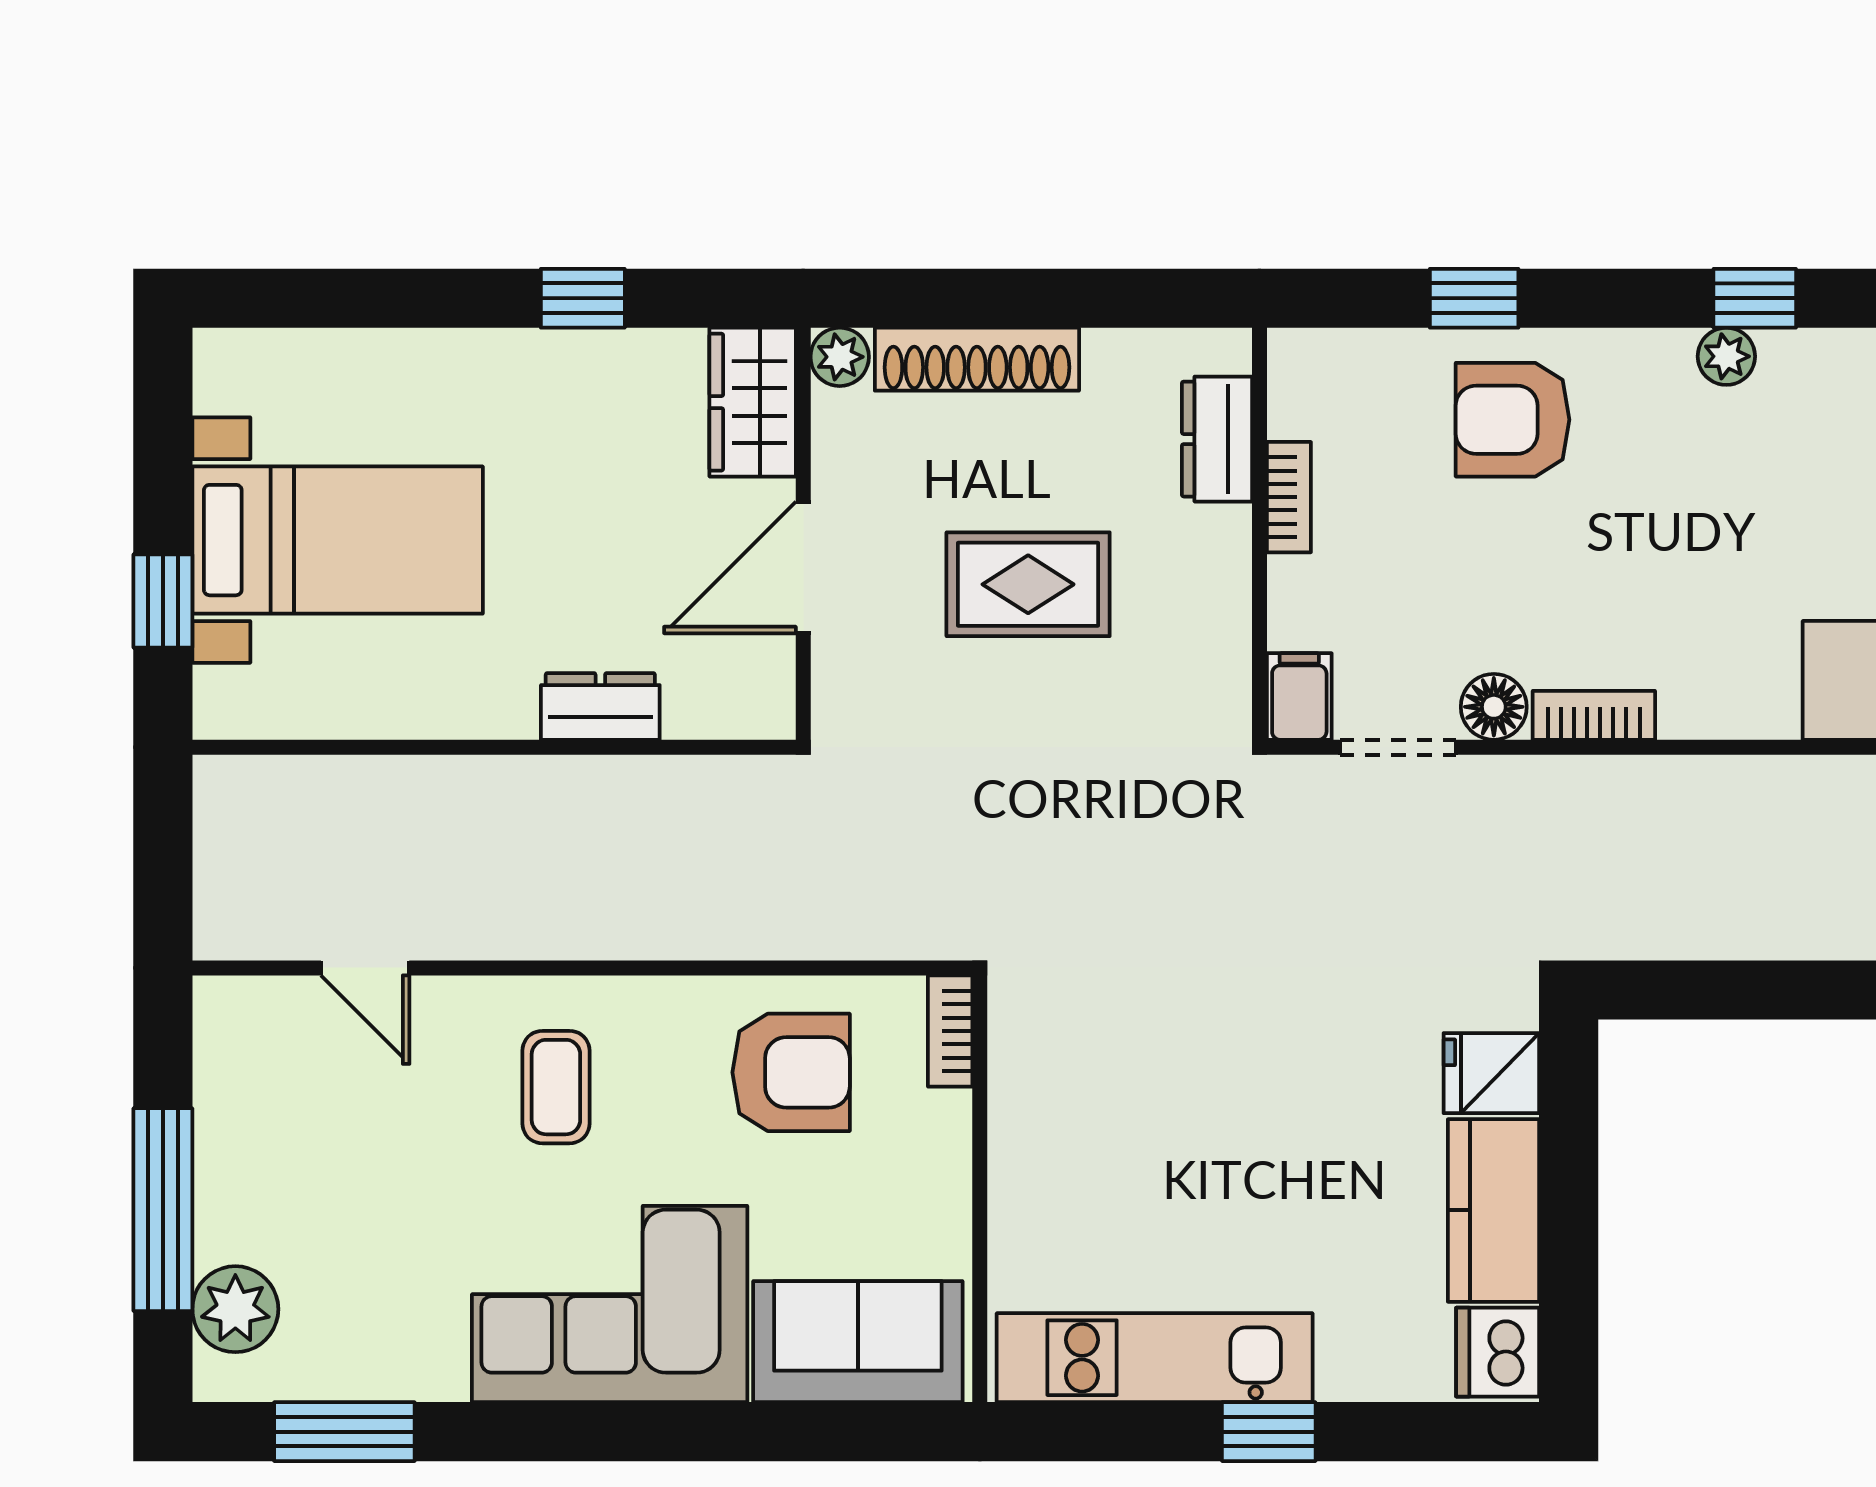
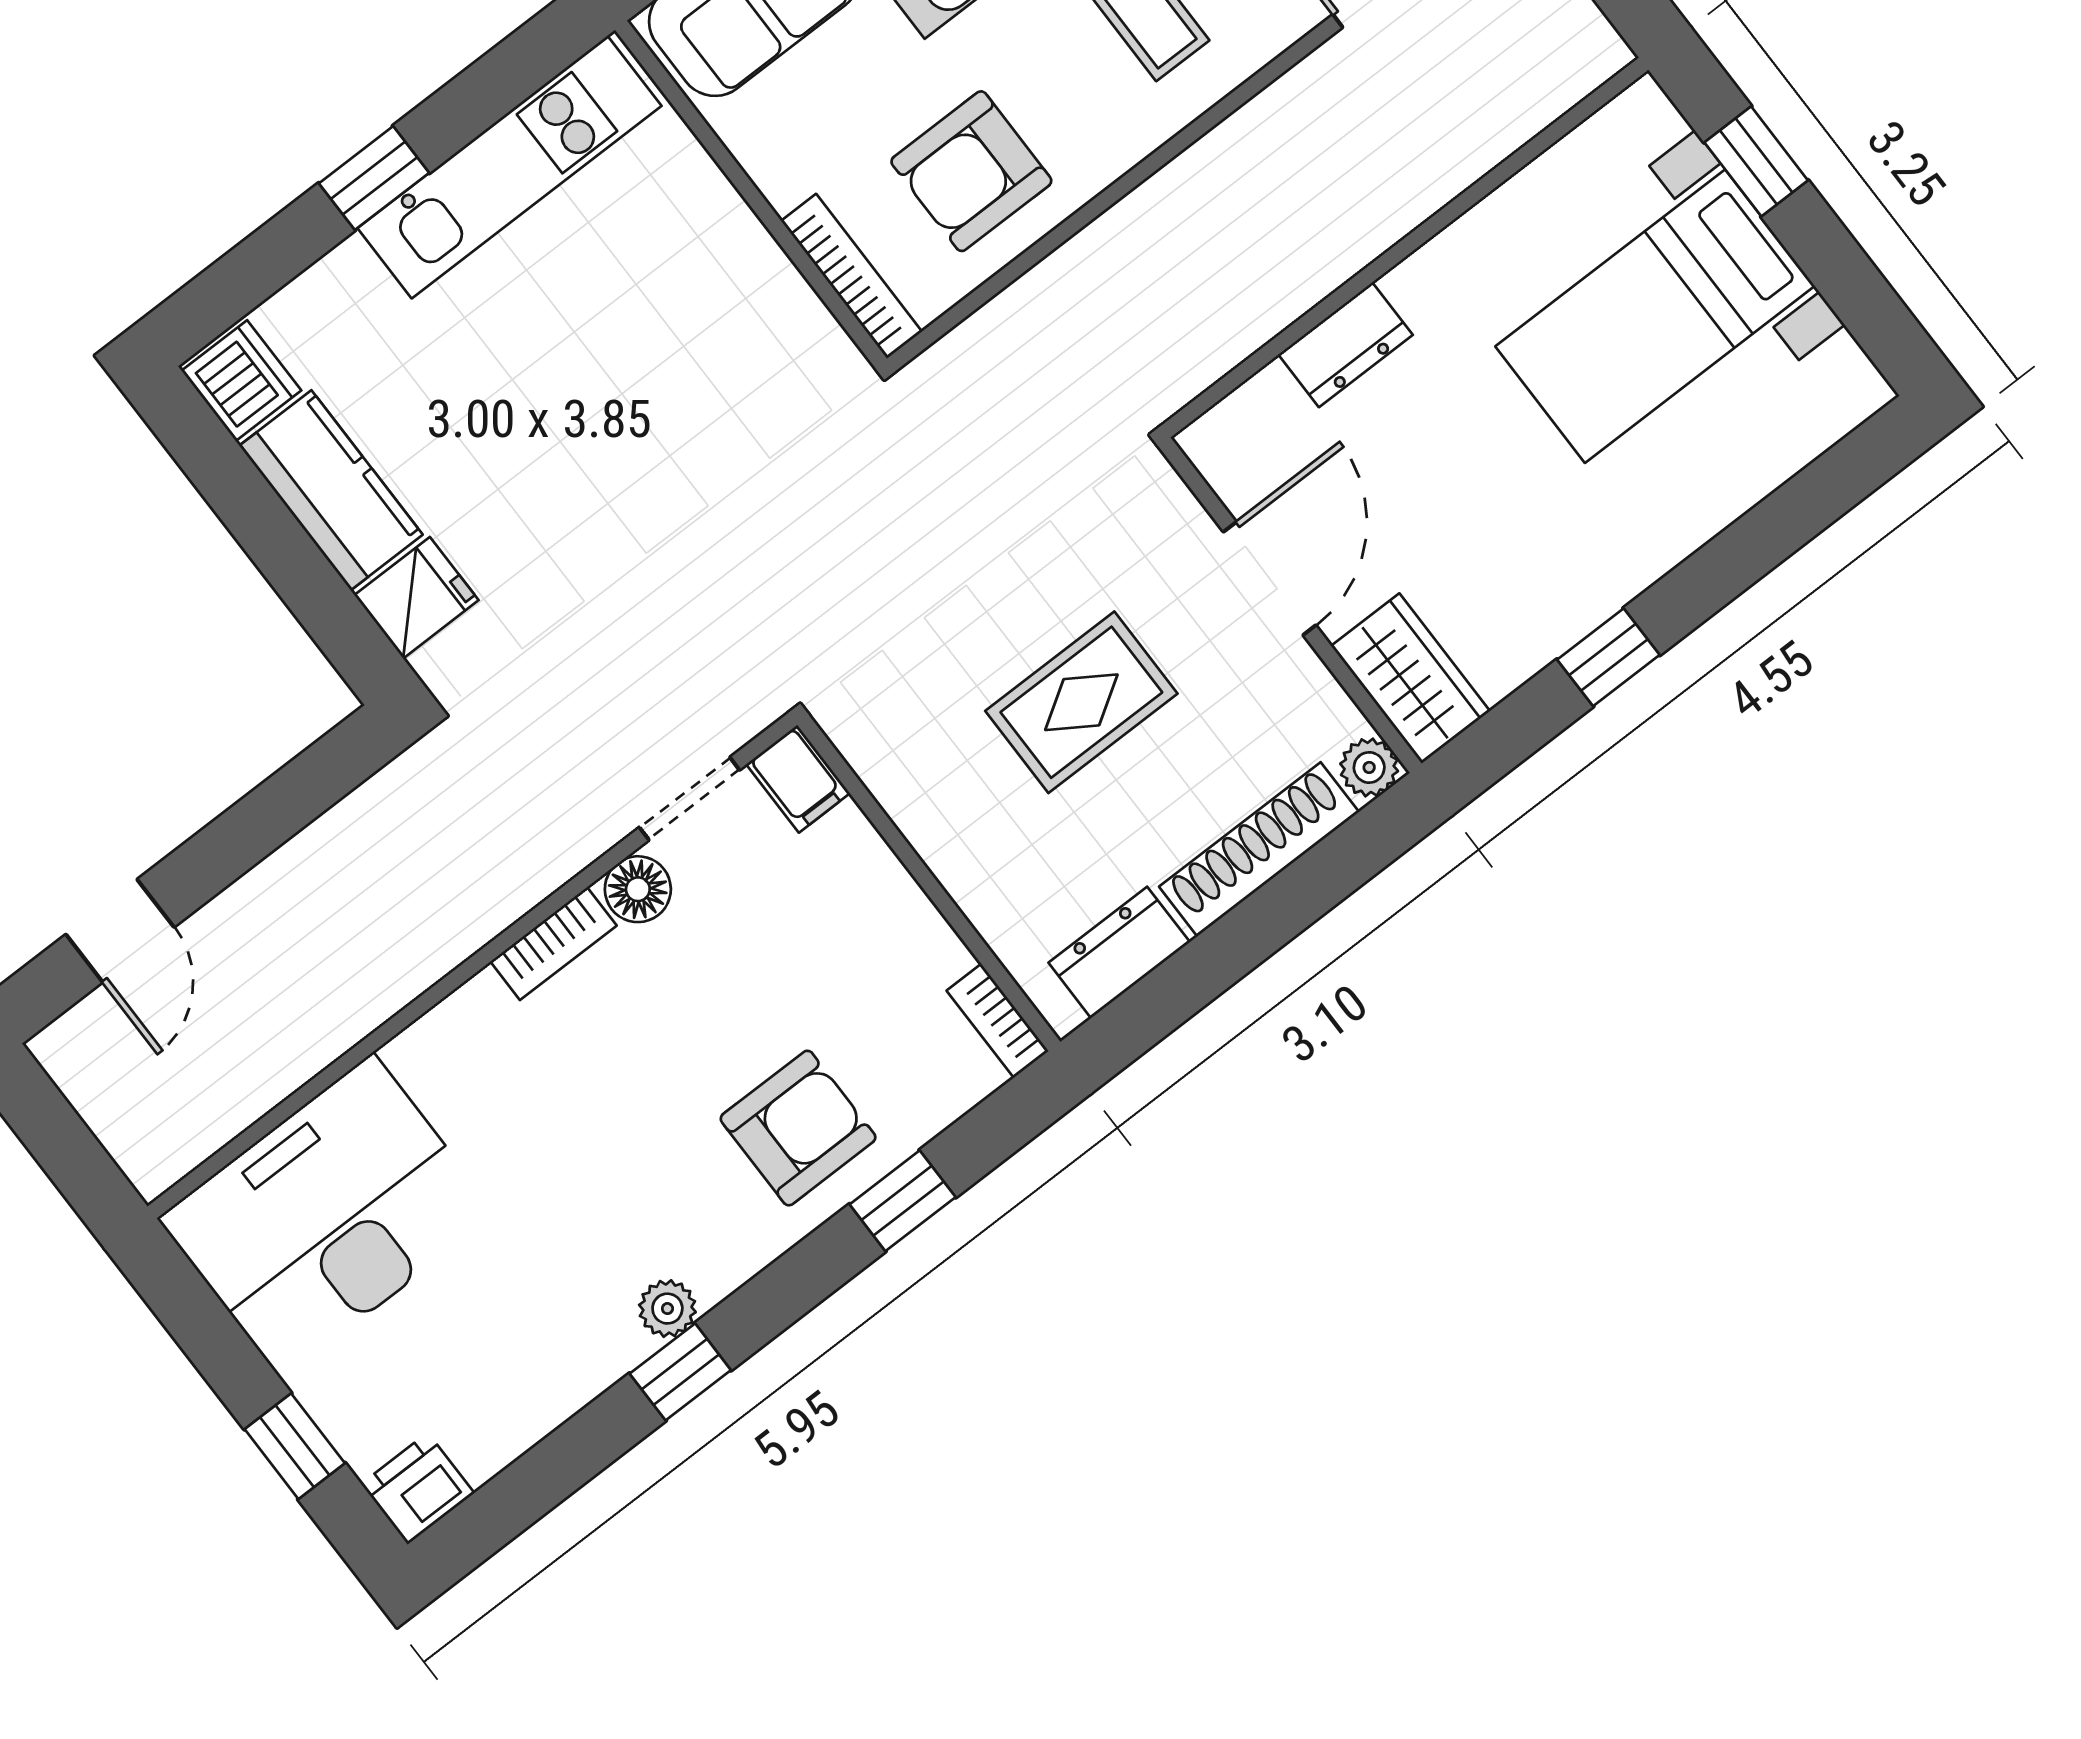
dresser: (1217, 439) -> (1119, 952), moved, turned -90
bookcase: (1289, 497) -> (998, 1021), moved
bookcase: (950, 1031) -> (852, 276), width x1.56

